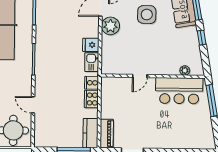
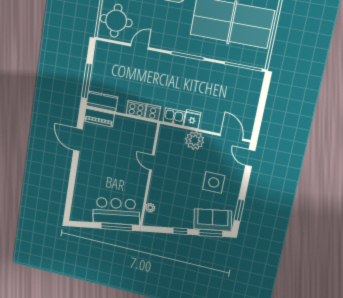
plant: (110, 26) -> (195, 140), moved
bar counter: (179, 91) -> (116, 211), moved, turned 80

